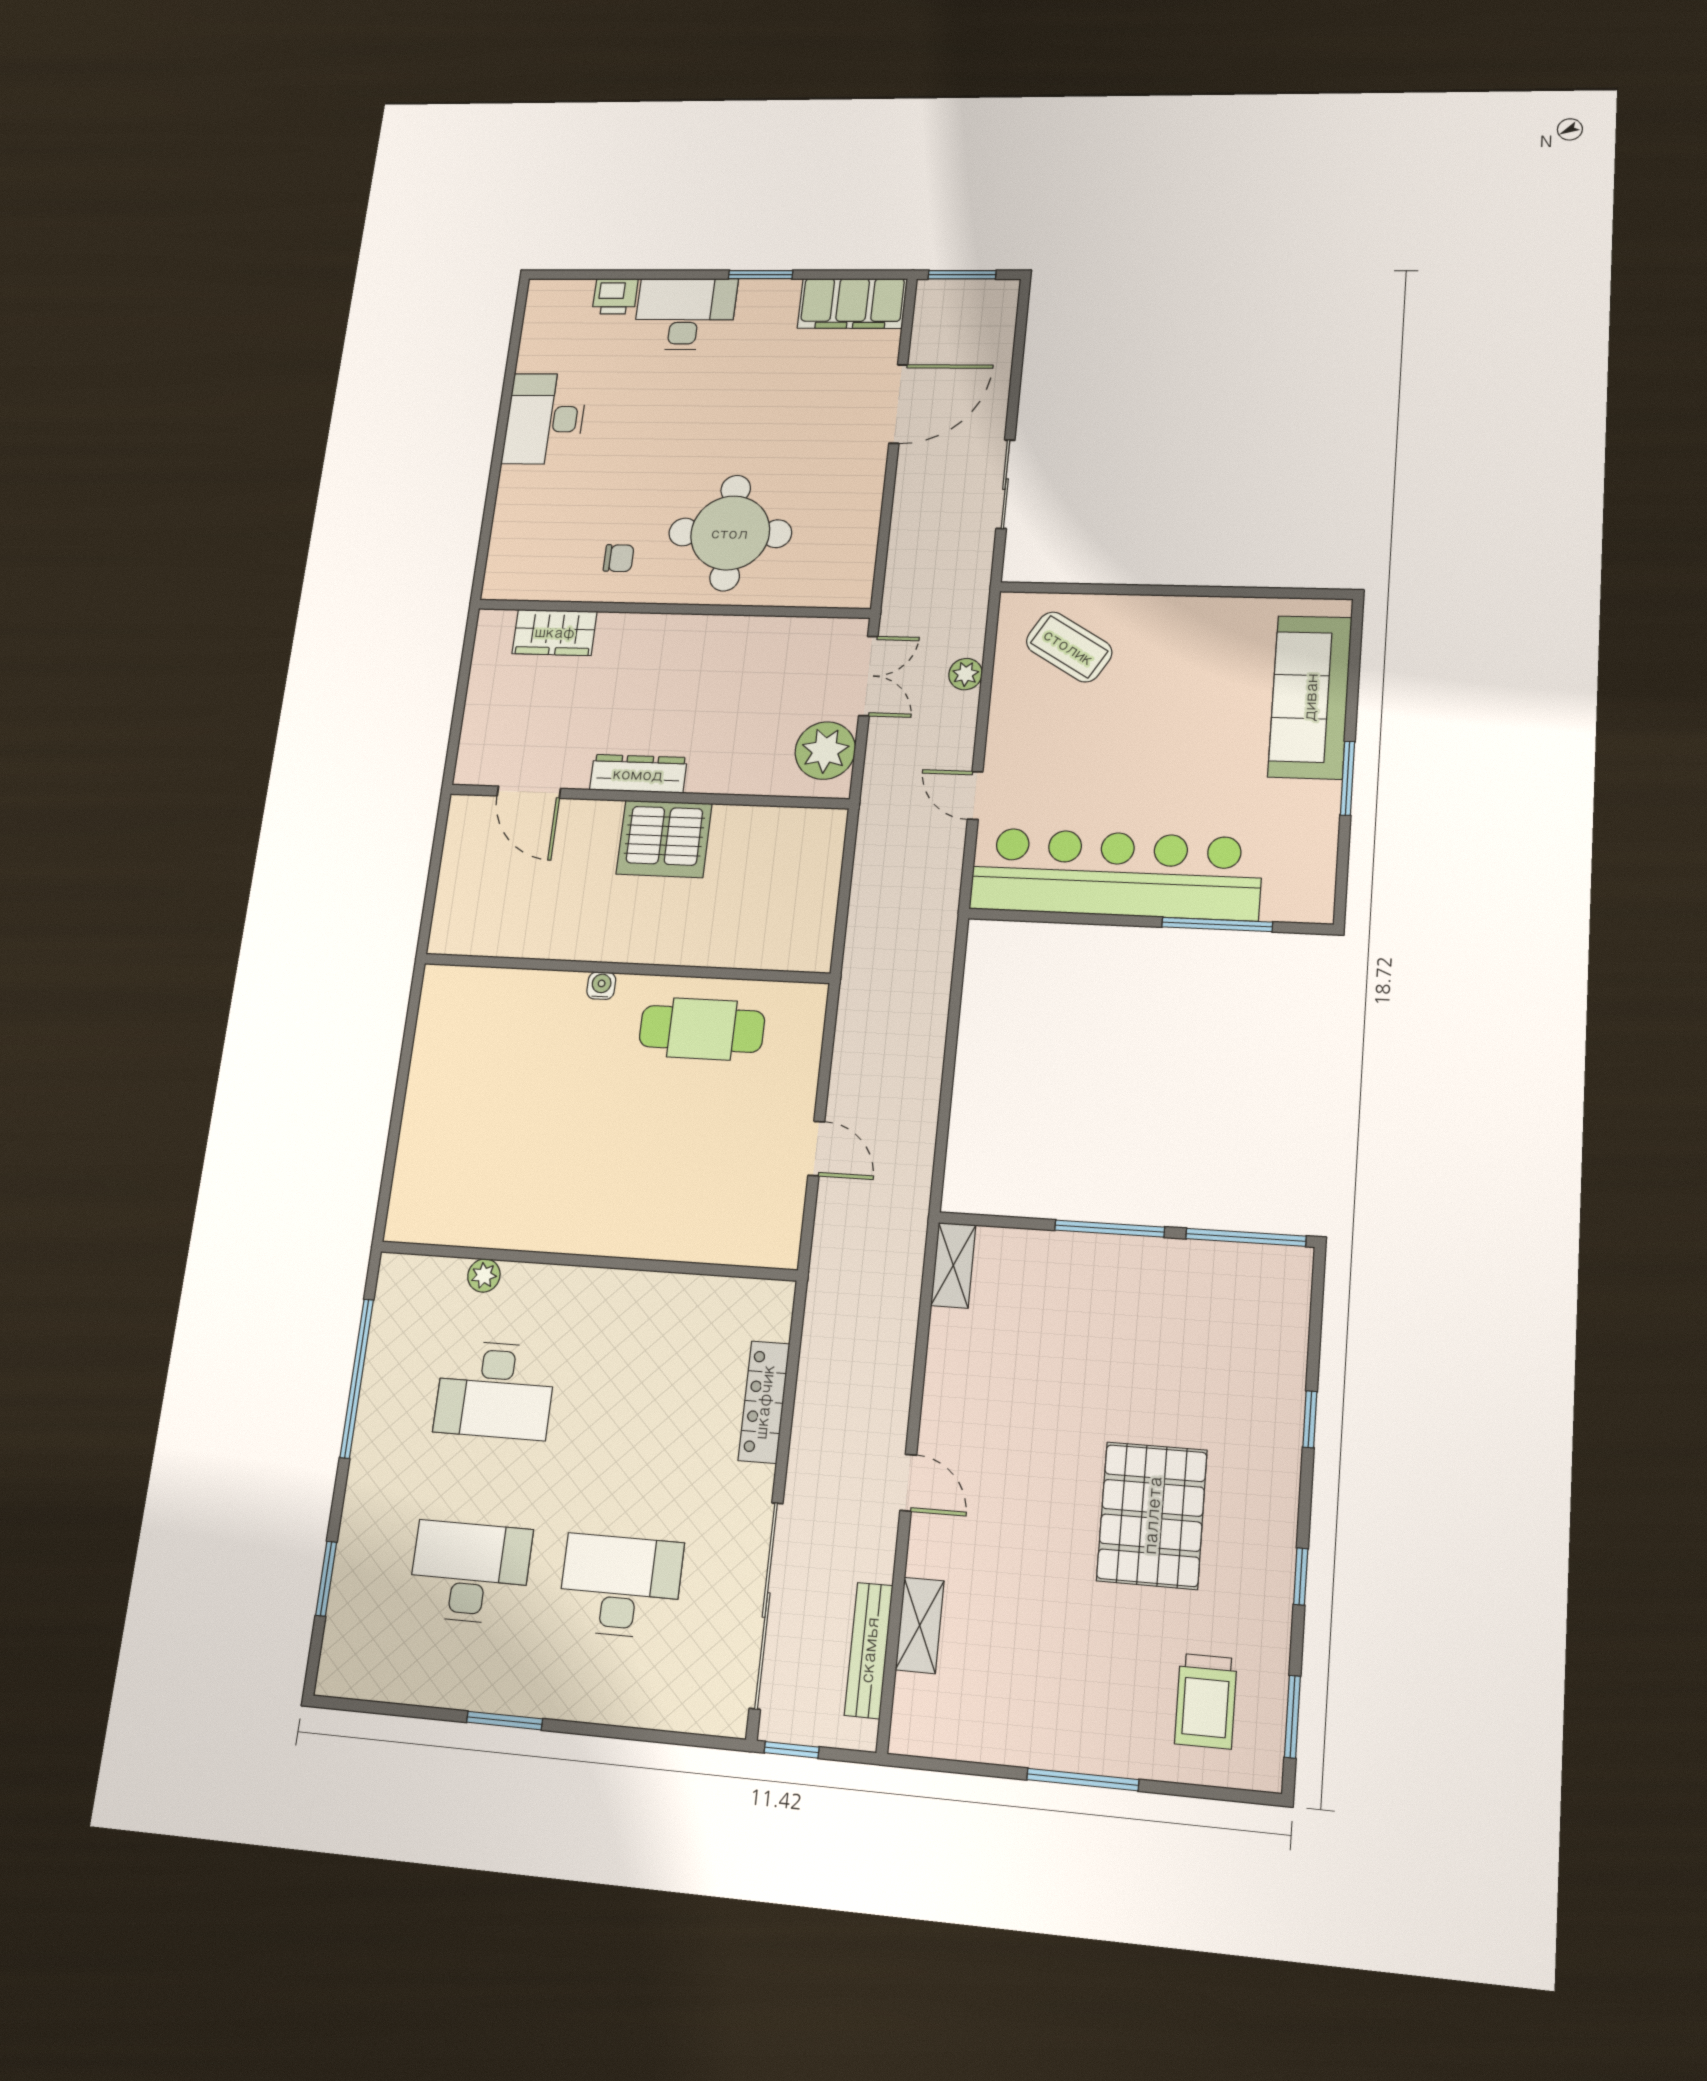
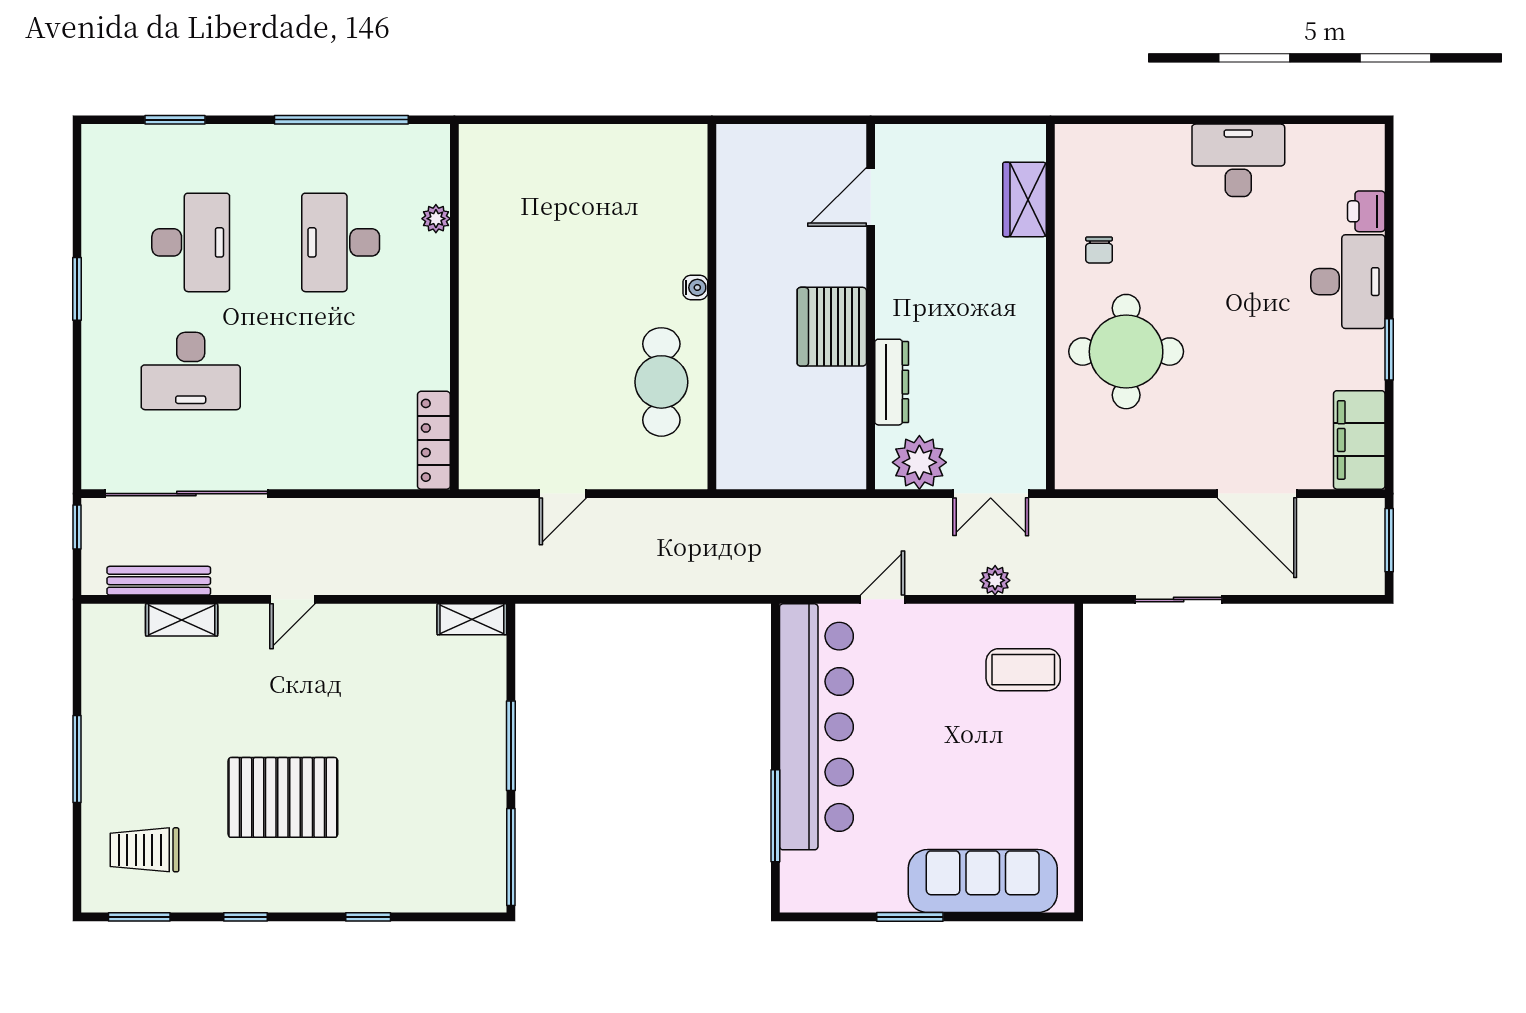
coffee table: (1069, 647) -> (1023, 670), turned 59
dresser: (638, 774) -> (892, 382), moved
locker: (764, 1402) -> (434, 440), moved, turned -90
desk: (620, 1586) -> (191, 371), turned 90

